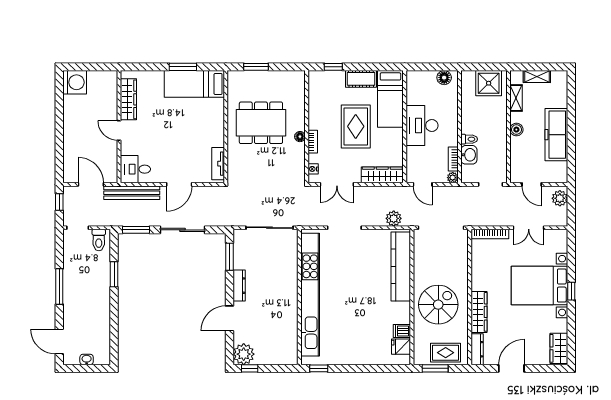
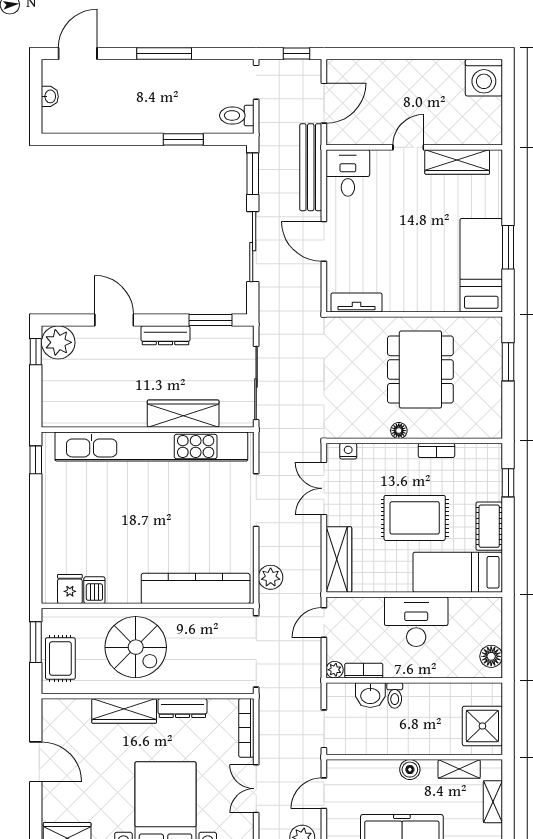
bookcase: (313, 142) -> (436, 450), moved
wardrobe: (289, 274) -> (183, 414), added
dresser: (477, 349) -> (182, 708), moved

